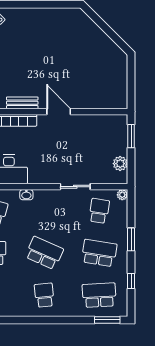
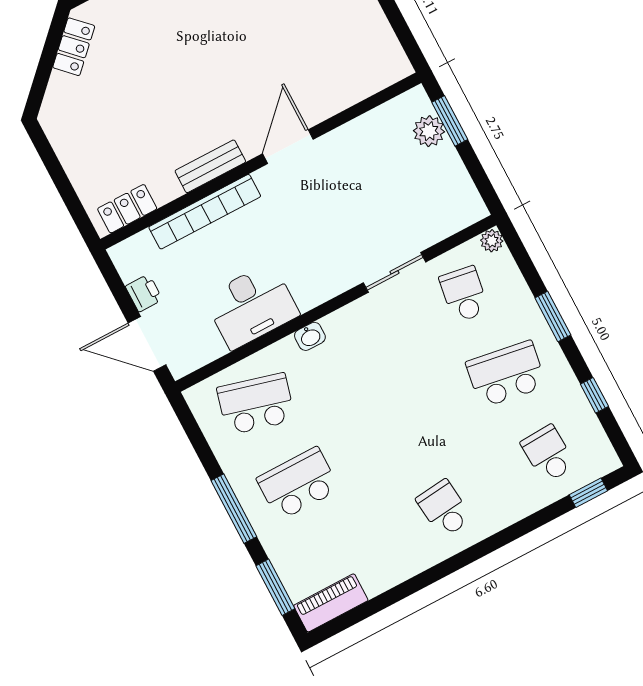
door: (59, 112) -> (288, 147), hinge flipped
plant: (120, 164) -> (429, 131), moved
school desk: (44, 253) -> (402, 429), removed
school desk: (99, 295) -> (548, 454), width x0.54
window: (107, 320) -> (588, 493), width x0.67

